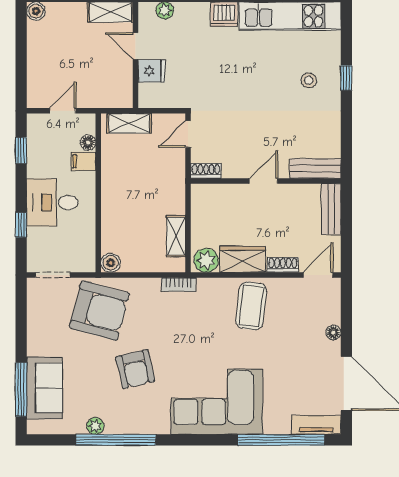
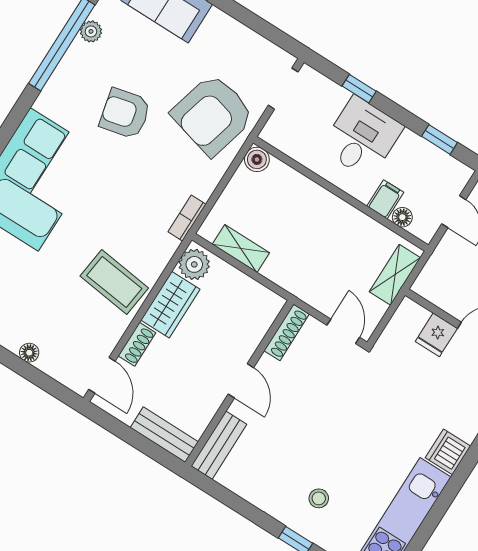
shoe rack: (206, 171) -> (287, 332), width x1.43

